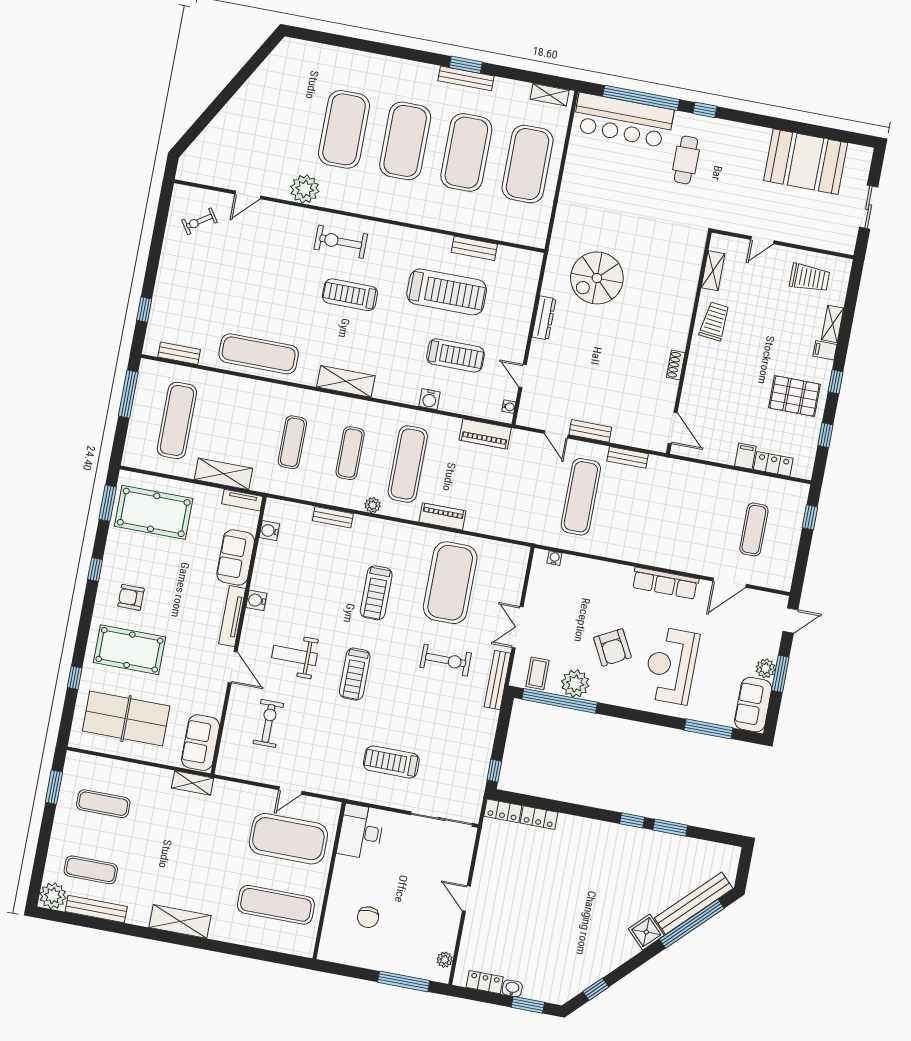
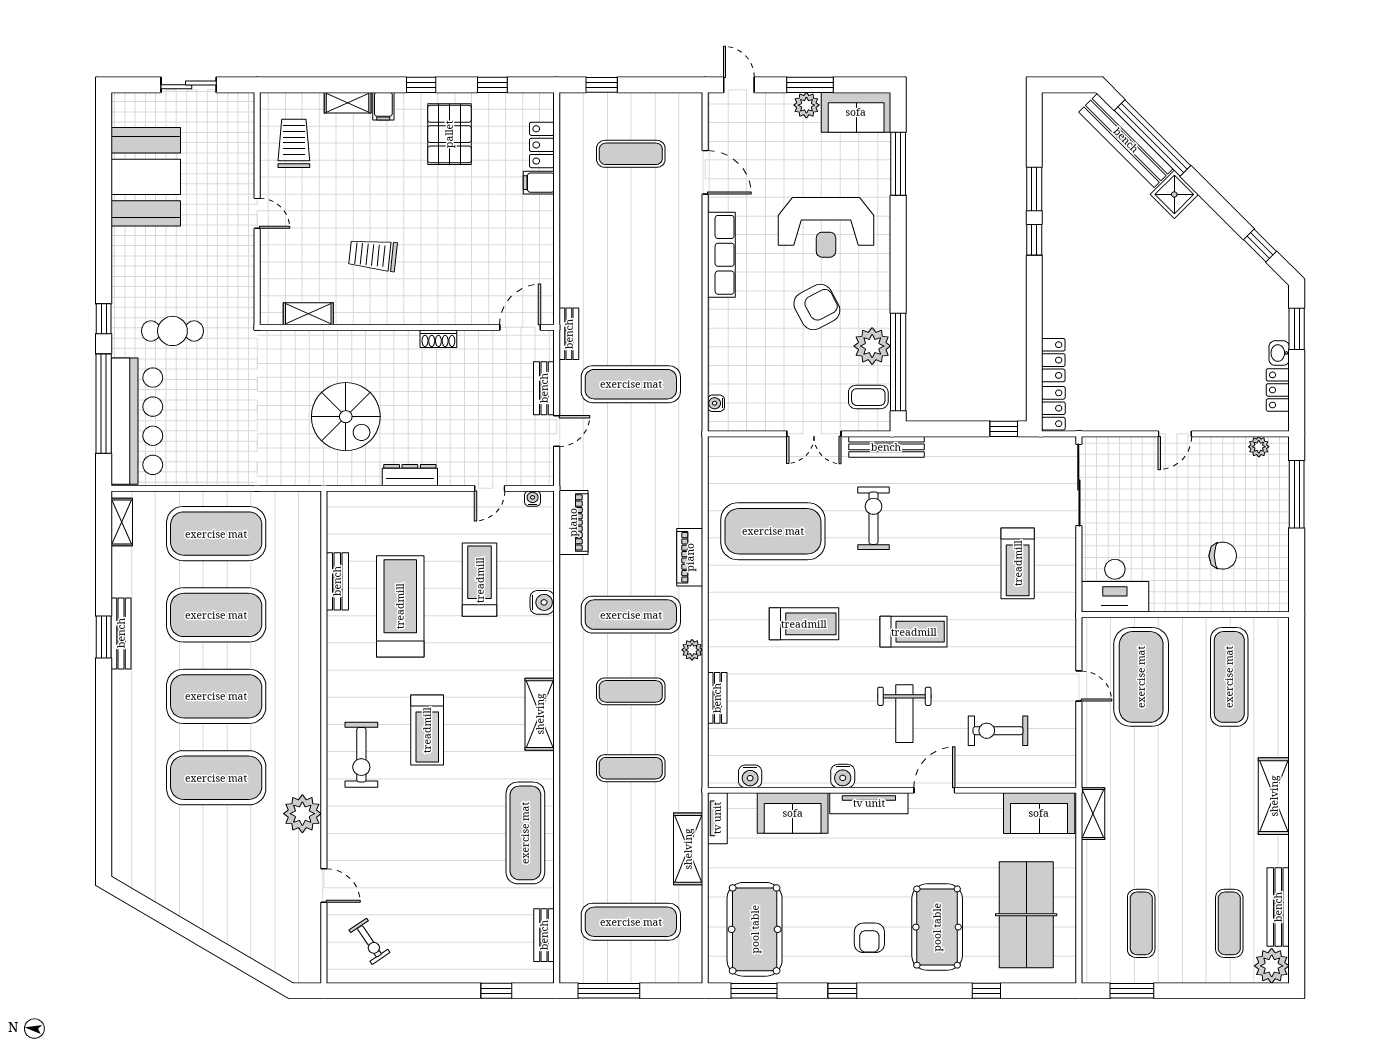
shelving: (713, 271) -> (308, 314), moved
wall: (689, 343) -> (407, 327), moved
shoe rack: (676, 365) -> (438, 339), moved
door: (673, 428) -> (520, 327), moved

